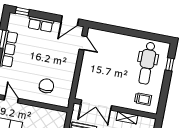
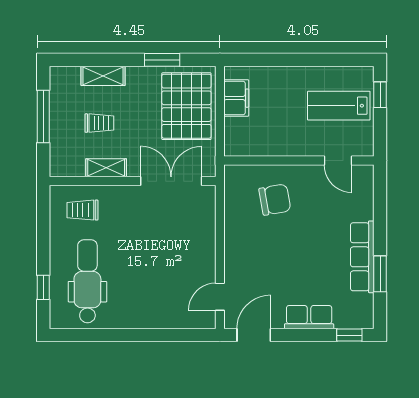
door: (83, 43) -> (220, 297), hinge flipped
chair: (46, 86) -> (275, 200), turned -100

